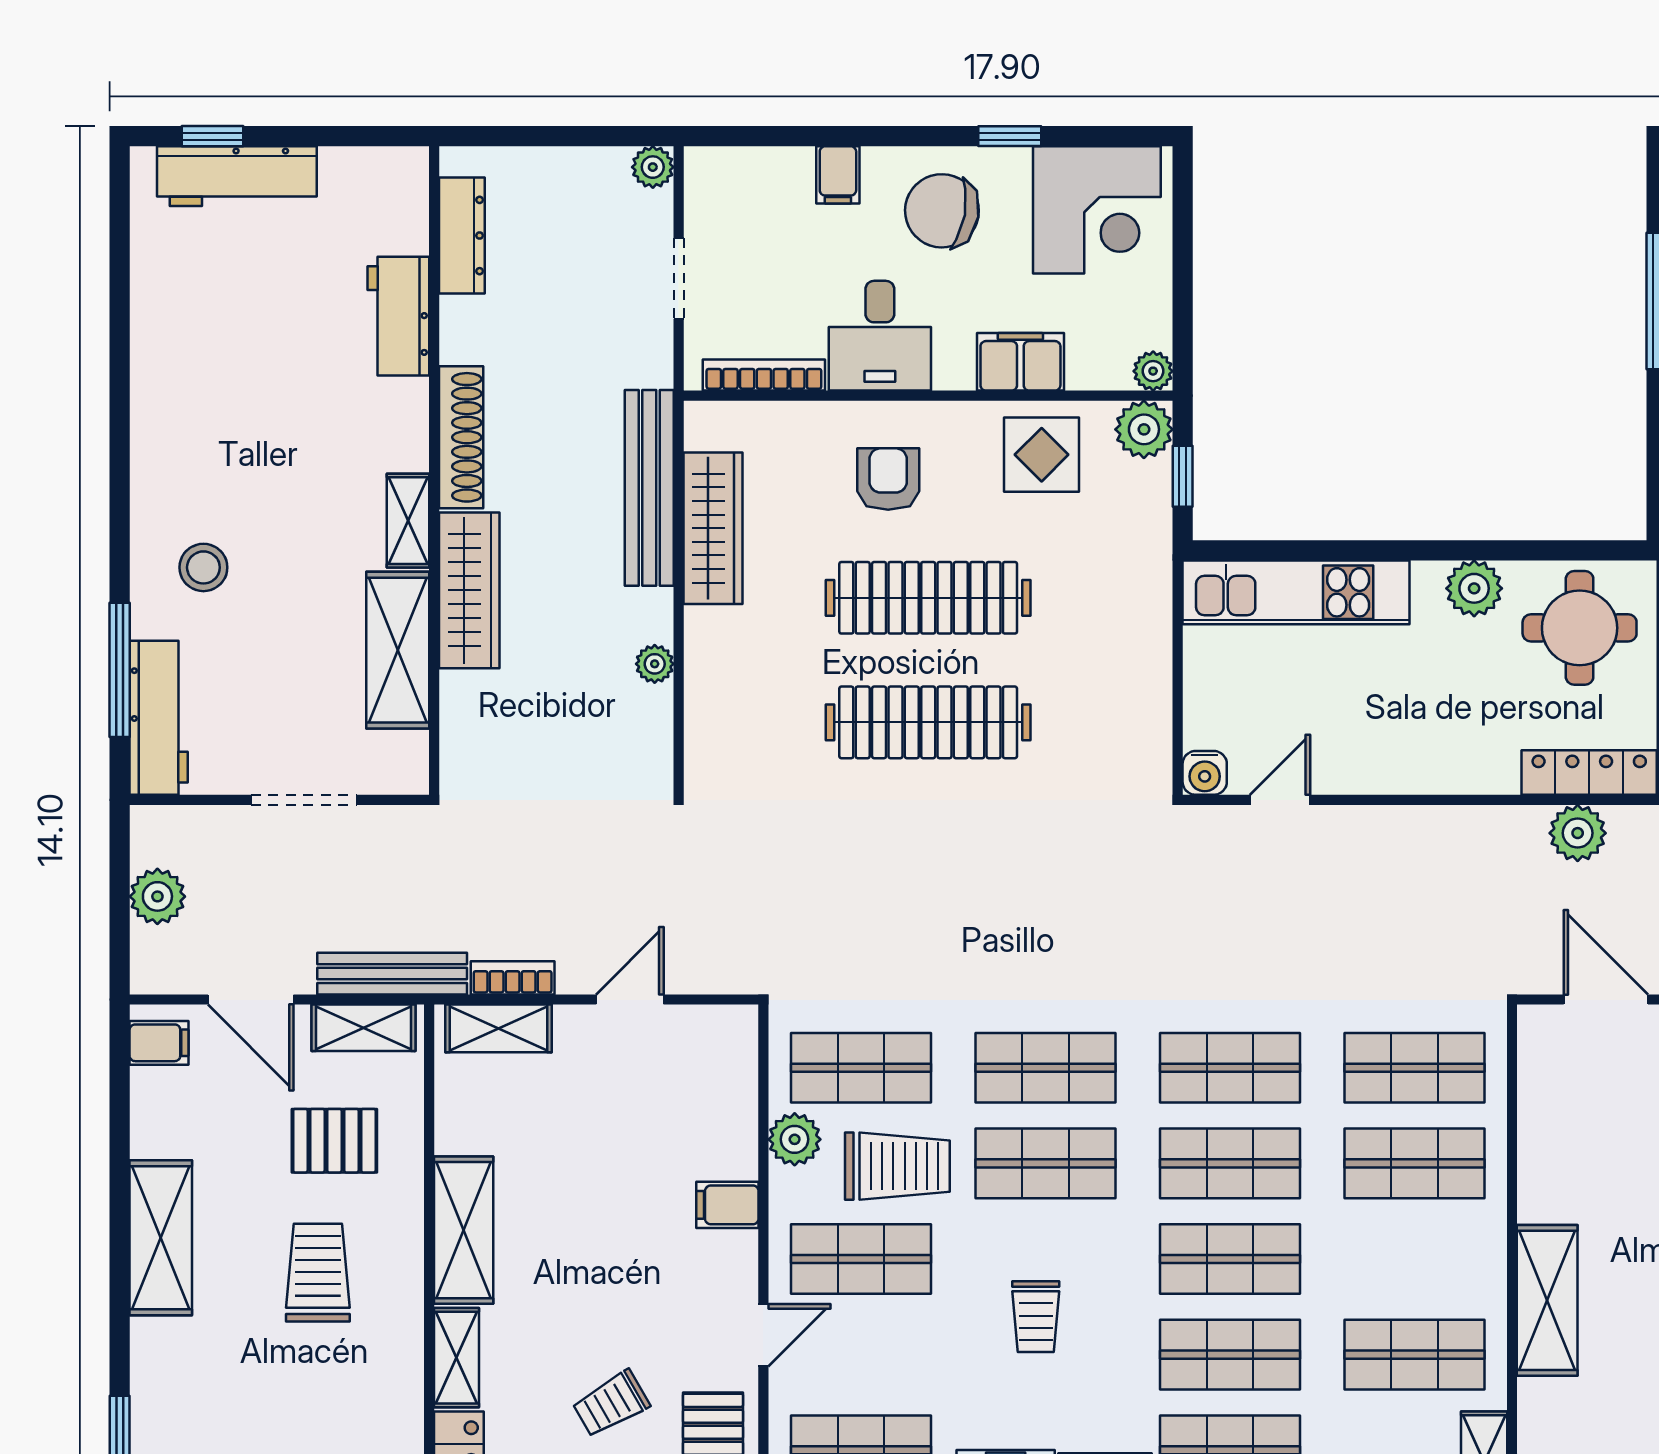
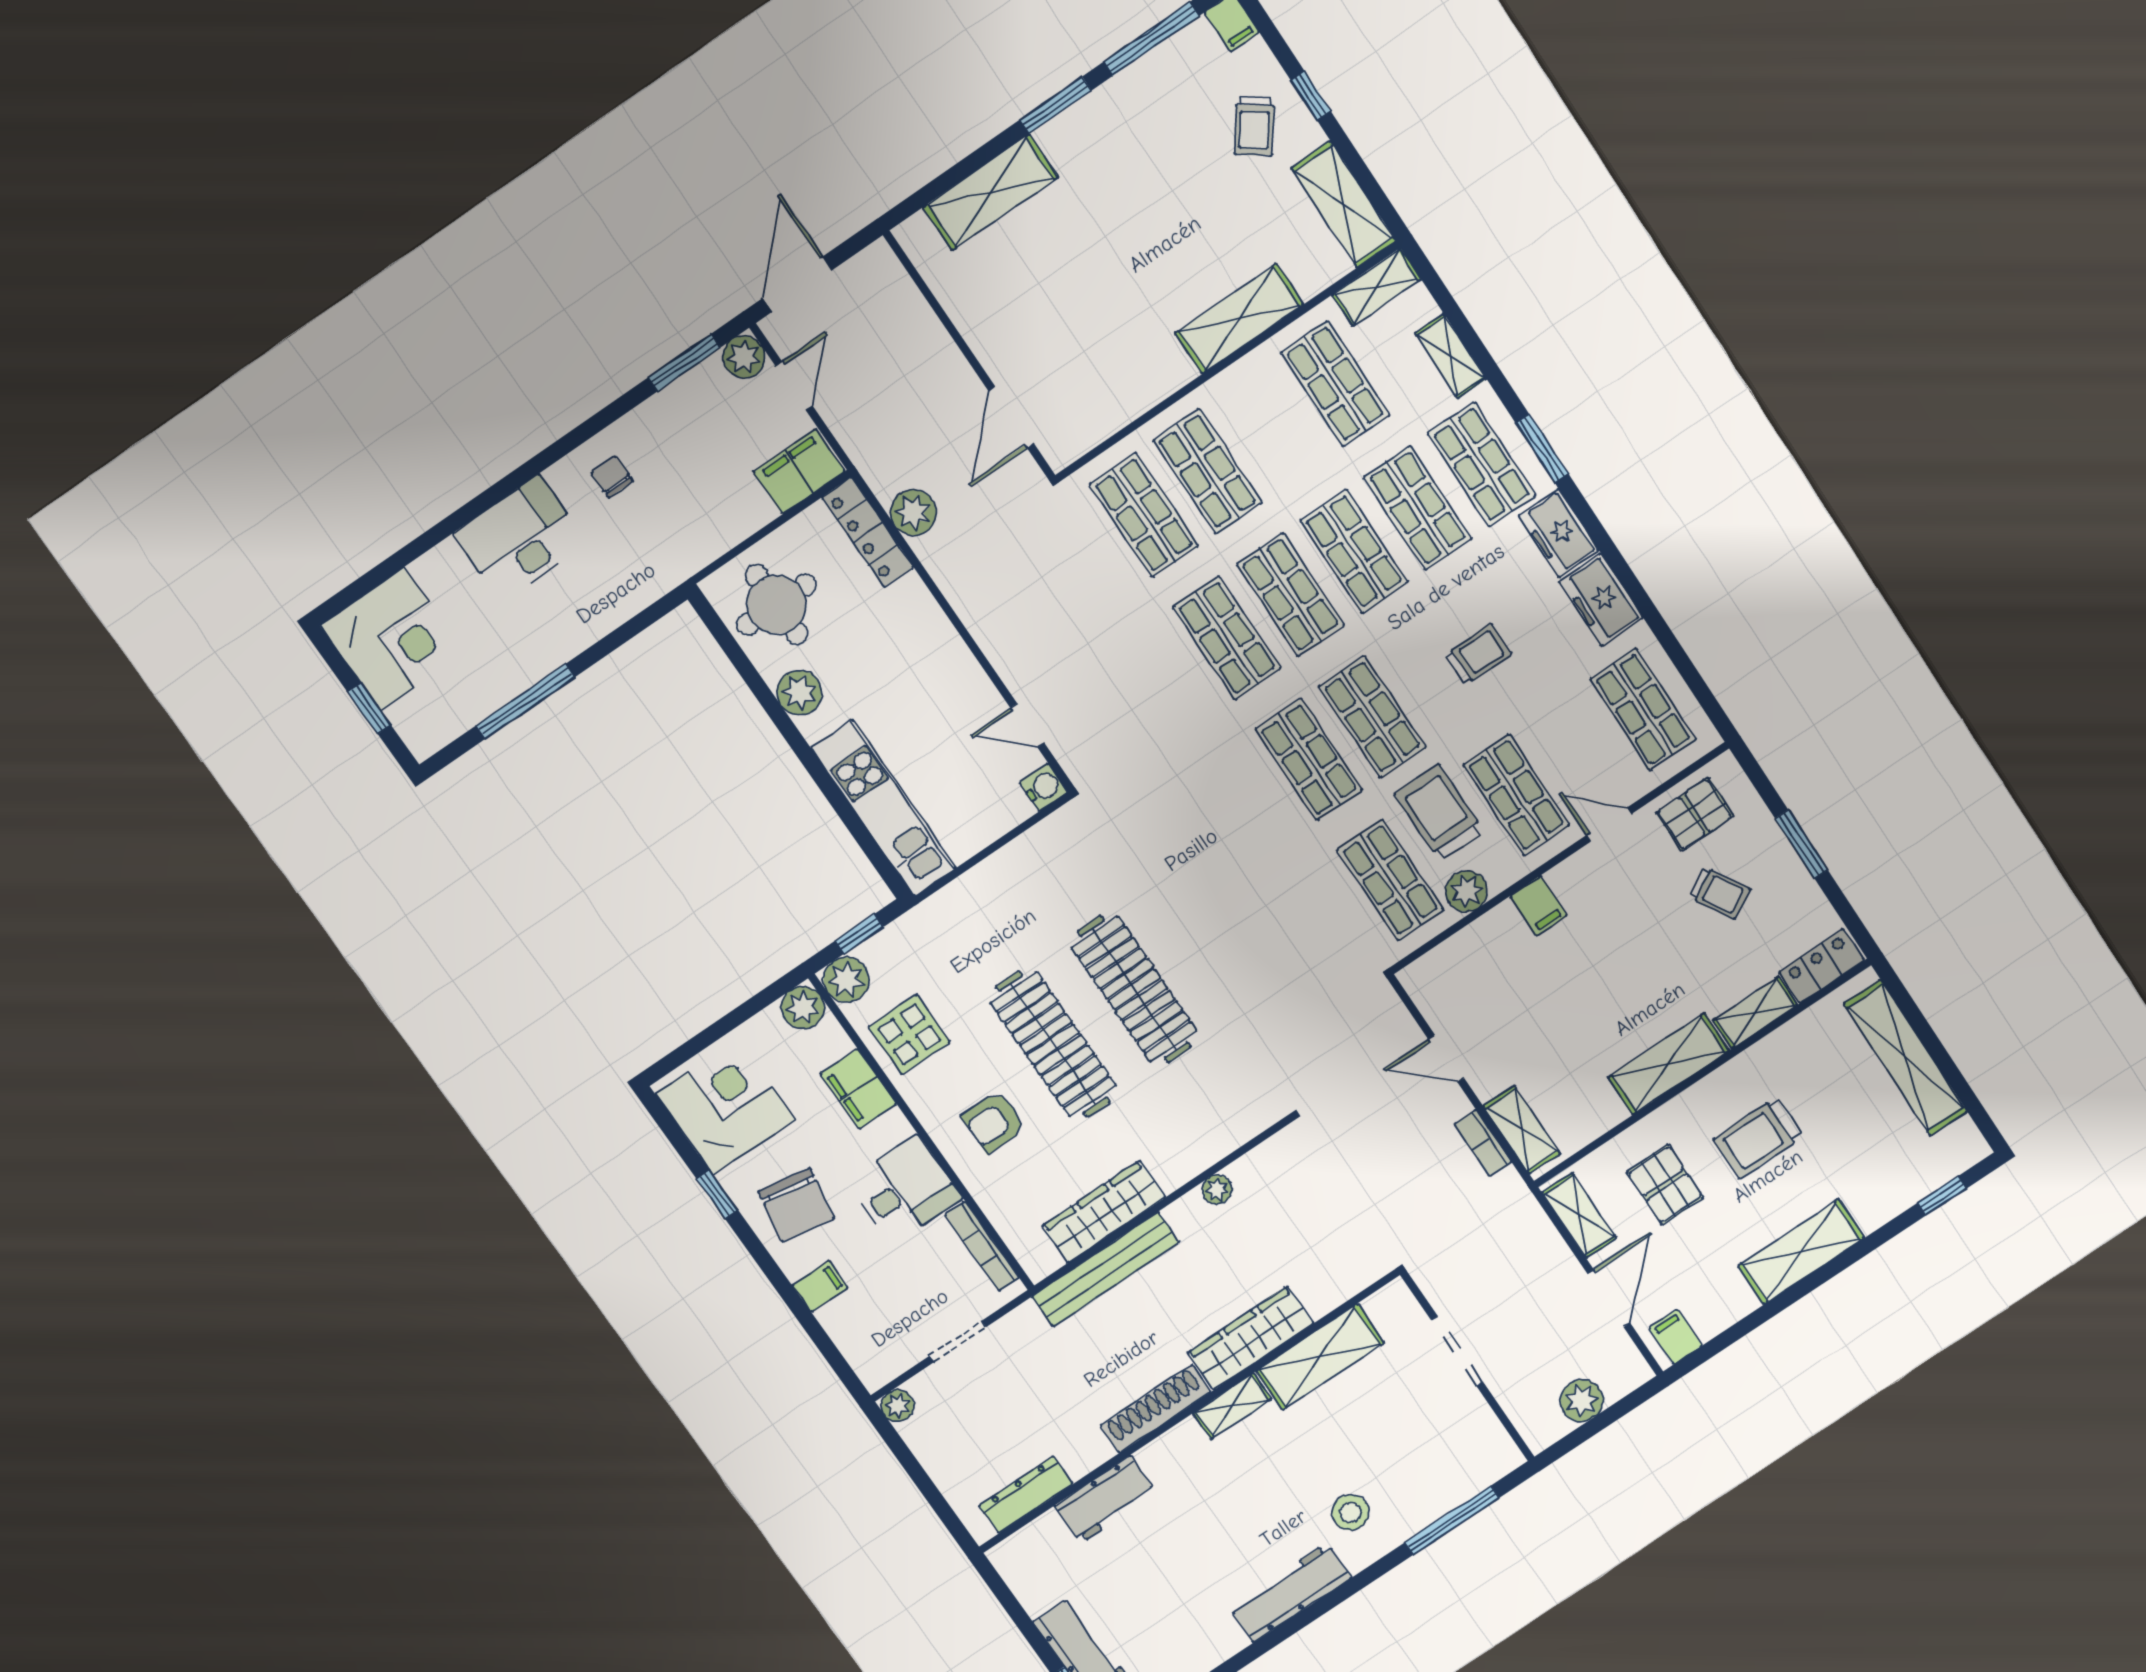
plant: (1153, 371) -> (803, 1008), width x1.38, depth x1.38
workbench: (159, 718) -> (1290, 1593), moved
bench: (392, 974) -> (1532, 1221), removed

